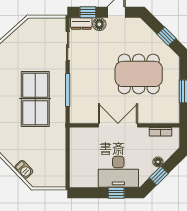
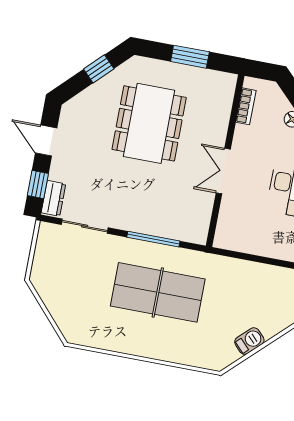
floor lamp: (99, 24) -> (60, 170), removed
double door: (118, 125) -> (223, 171), width x0.73
barbecue: (24, 169) -> (249, 341), moved

